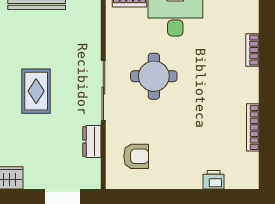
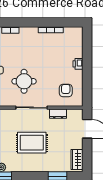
rug: (36, 91) -> (32, 143), width x1.36, depth x1.43
printer: (214, 180) -> (78, 64), moved

